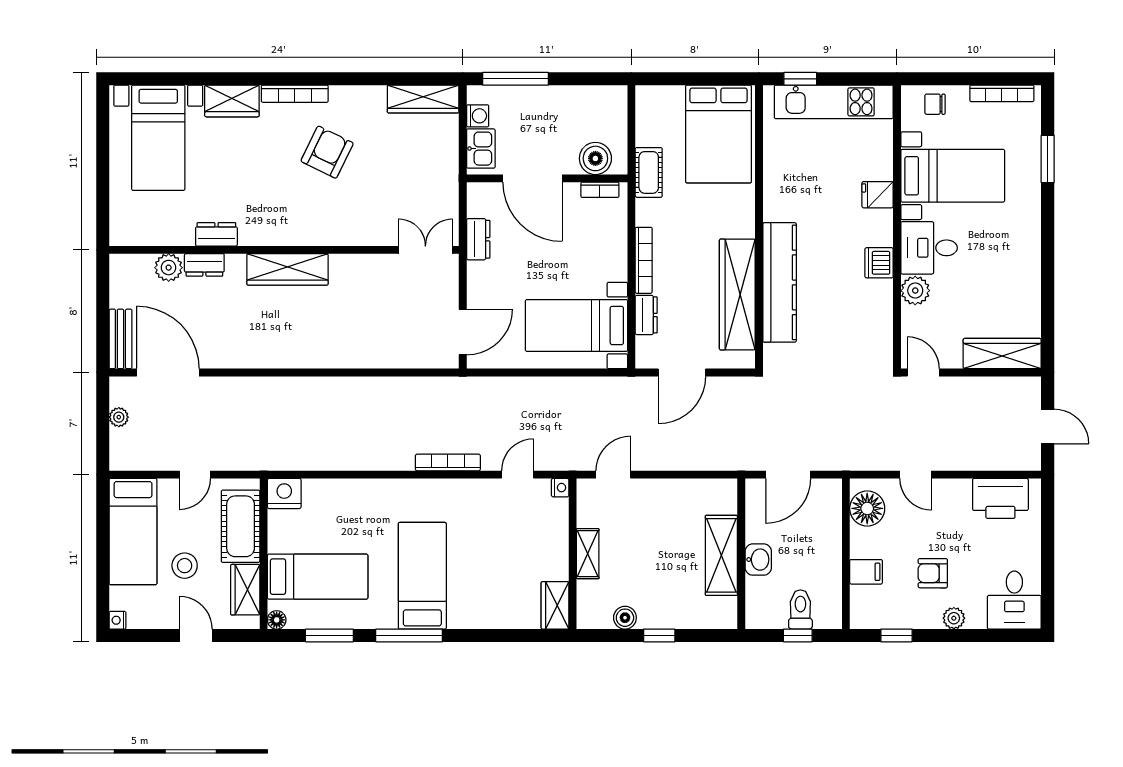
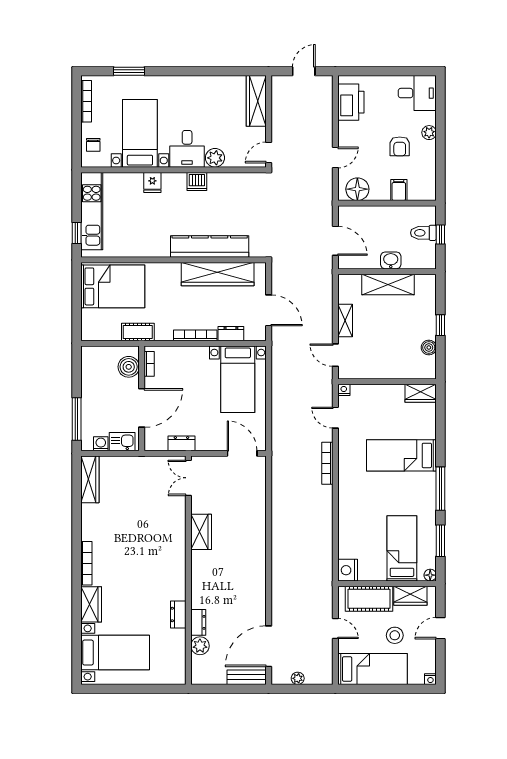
armchair: (327, 152) -> (125, 542), removed
wardrobe: (287, 269) -> (201, 532), moved, width x0.67
shelving: (588, 554) -> (345, 321), moved, turned 90
bed: (422, 576) -> (401, 455), moved
window: (896, 635) -> (440, 170), removed

